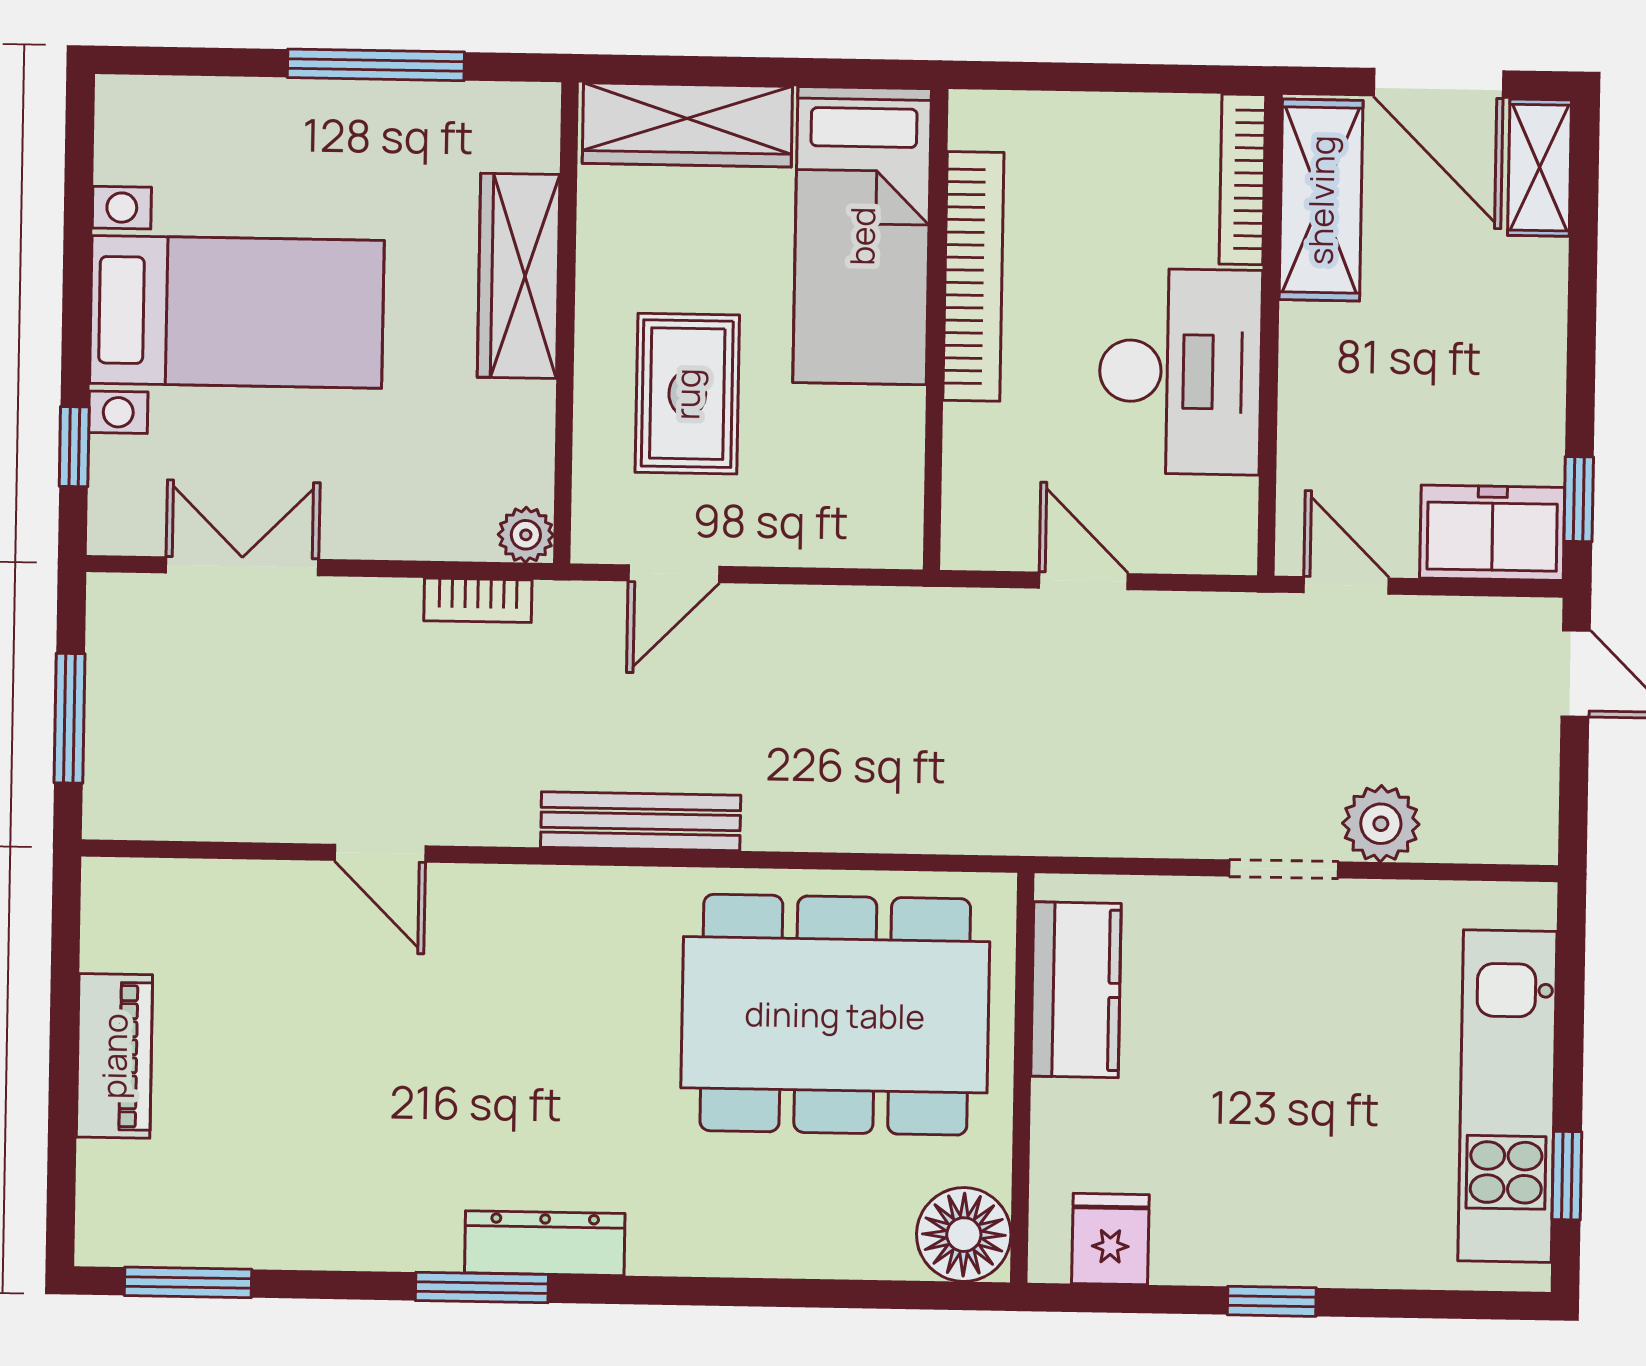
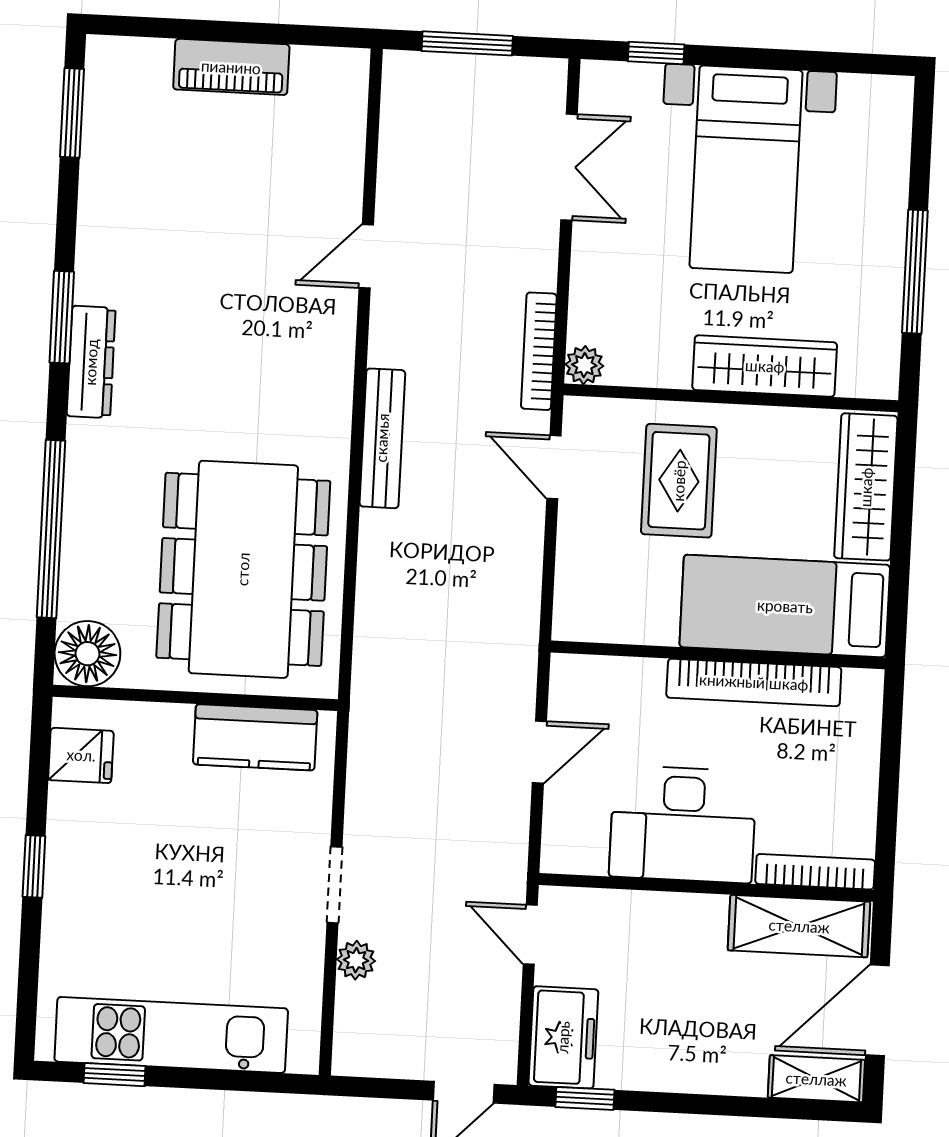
rug: (687, 394) -> (679, 481), turned 90
door: (1346, 585) -> (530, 935), swing flipped
bookcase: (478, 600) -> (539, 351), width x1.56
plant: (1381, 824) -> (356, 960), width x0.73, depth x0.73
window: (787, 1293) -> (51, 529), added

